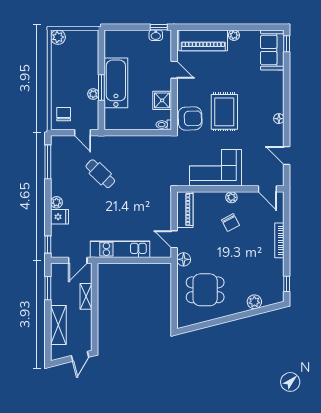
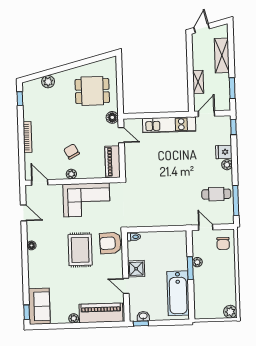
bathtub: (116, 83) -> (178, 293), moved
shower: (162, 100) -> (136, 269), moved
cafe table: (100, 174) -> (216, 194), moved, turned -44

